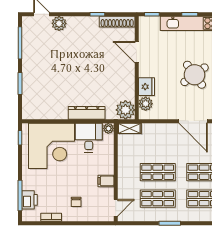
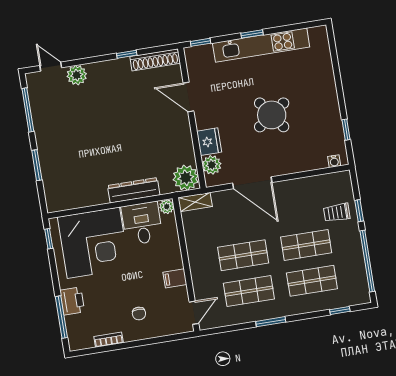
door: (193, 121) -> (252, 183), moved
printer: (29, 200) -> (72, 301), moved

